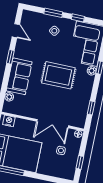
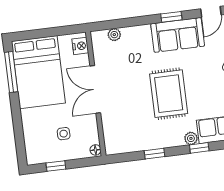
sofa: (19, 76) -> (178, 35), moved
window: (91, 108) -> (155, 154), moved
double door: (53, 124) -> (95, 89), moved

